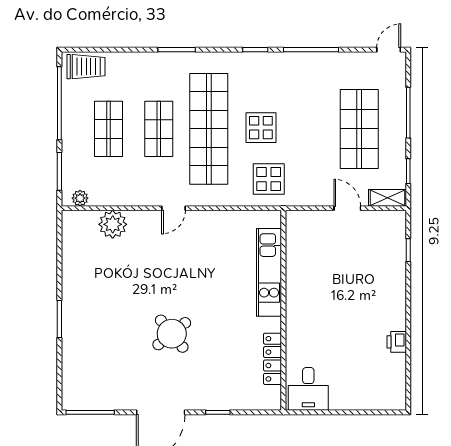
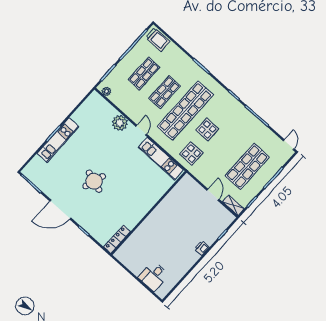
door: (389, 50) -> (289, 145), hinge flipped
door: (173, 208) -> (141, 130), swing flipped
plant: (113, 224) -> (120, 123), moved
kitchen unit: (269, 272) -> (161, 159), moved, turned -90
kitchen unit: (74, 322) -> (58, 140), added
round table: (172, 334) -> (94, 181), turned -33
printer: (397, 342) -> (202, 248), moved
locker: (273, 359) -> (117, 239), moved
desk: (308, 389) -> (154, 276), moved

